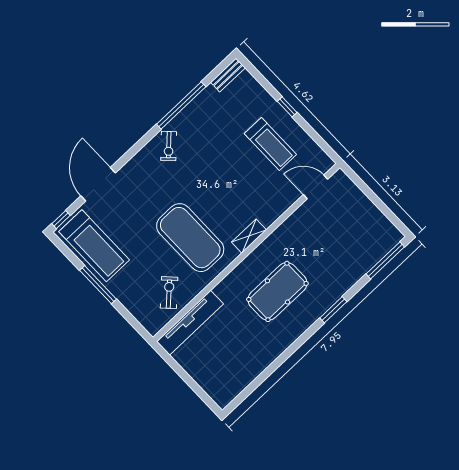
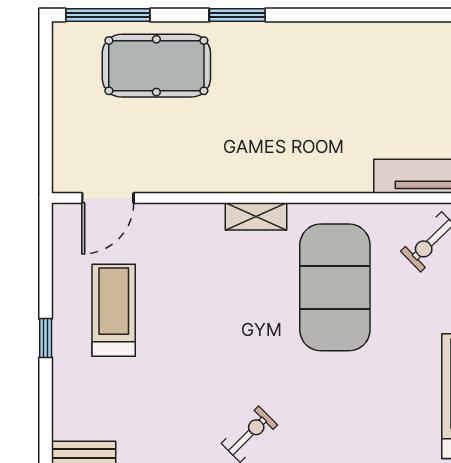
door: (316, 187) -> (108, 198), hinge flipped
pool table: (277, 291) -> (156, 66), moved

